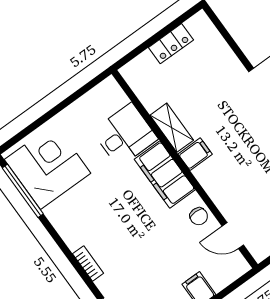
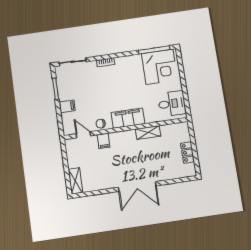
desk: (125, 135) -> (172, 104), moved, turned -90
filing cabinet: (195, 154) -> (104, 141), moved
door: (233, 236) -> (83, 135), hinge flipped

